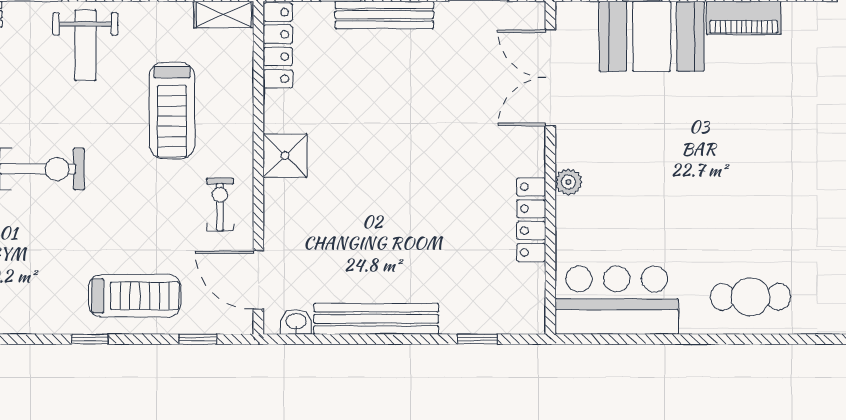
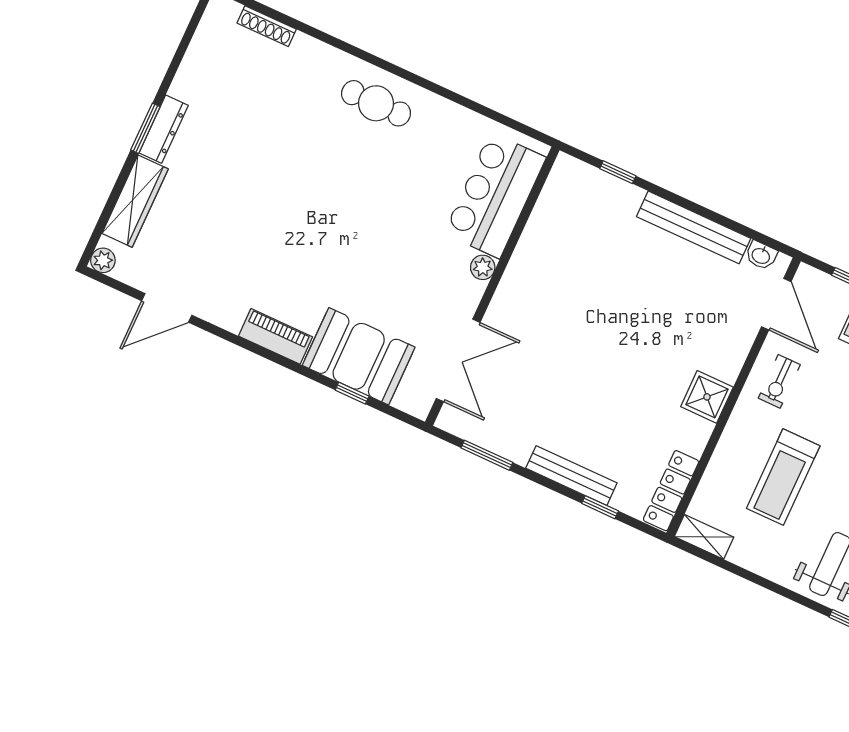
treadmill: (172, 111) -> (783, 477), turned 180
locker: (531, 220) -> (528, 250), removed
bar counter: (617, 300) -> (495, 195), moved, turned 90

